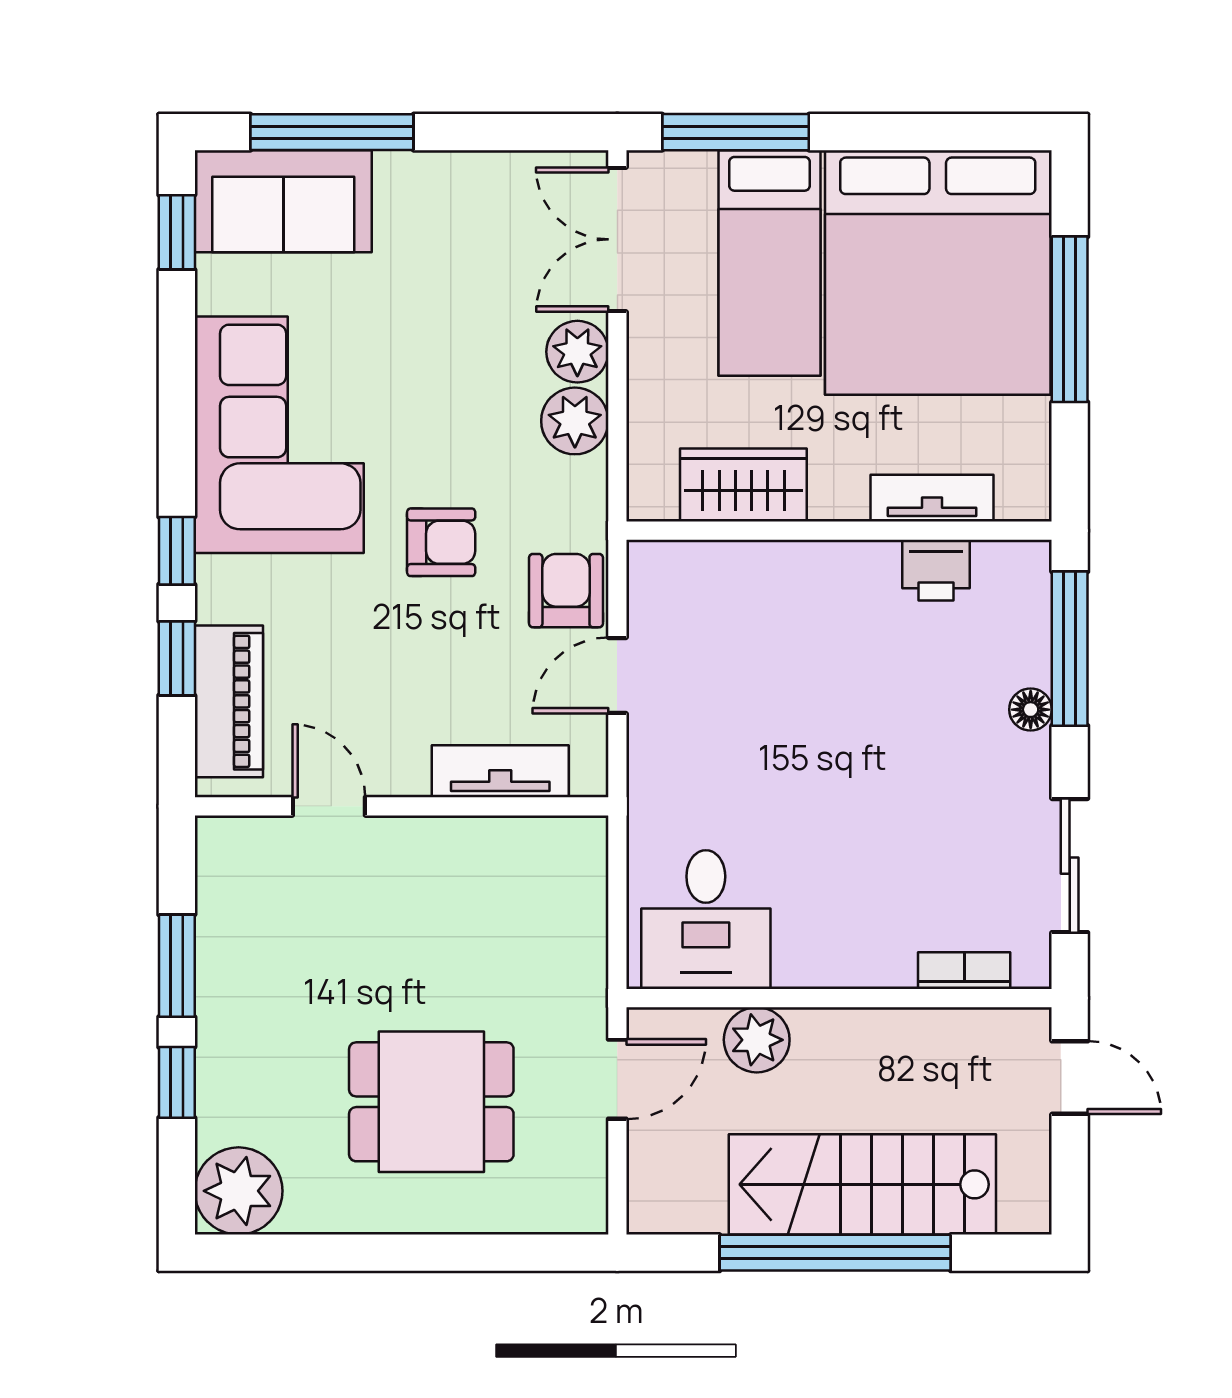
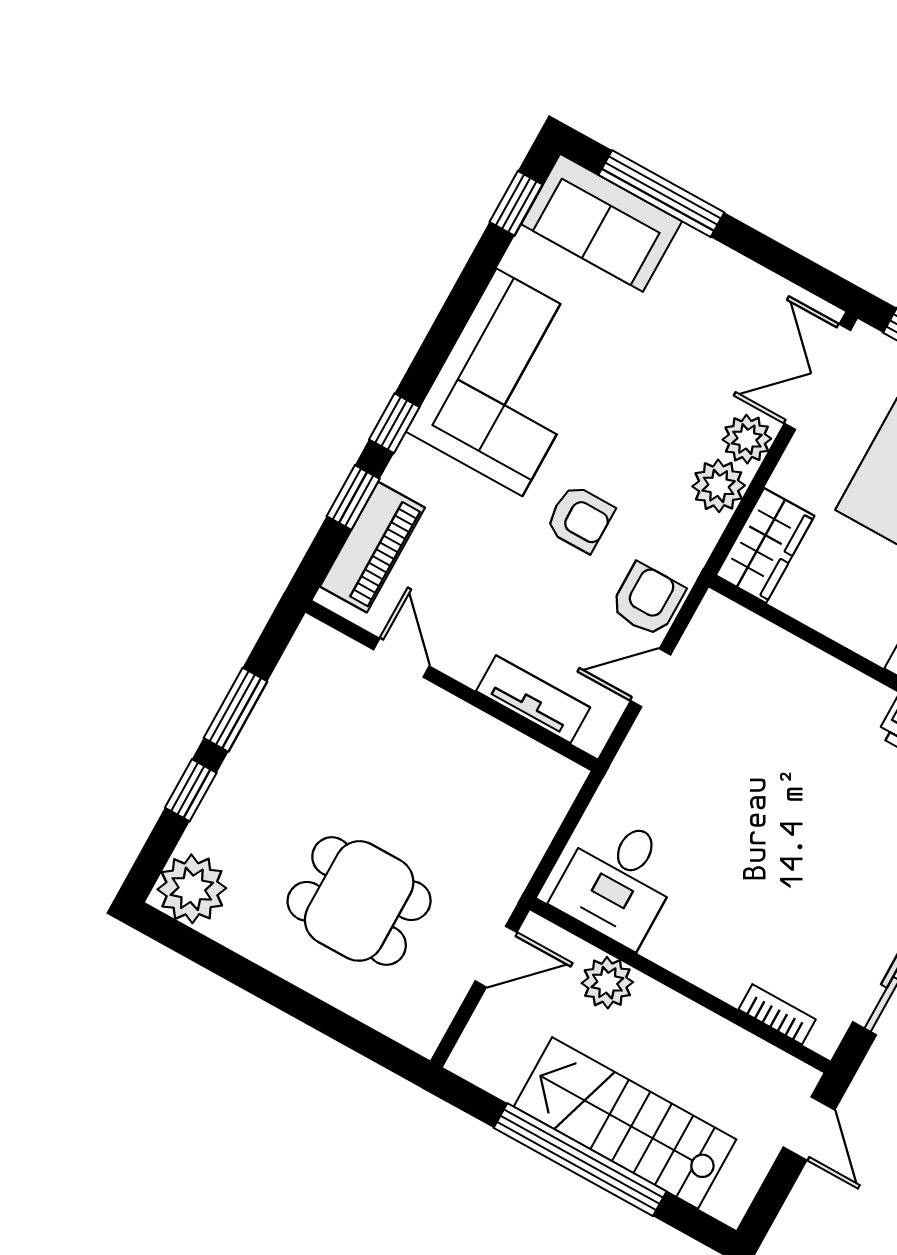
wardrobe: (743, 485) -> (765, 546), moved, turned 90

